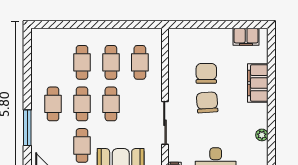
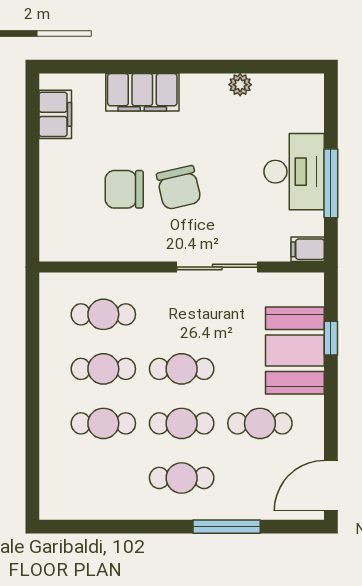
chair: (207, 102) -> (179, 188), turned -99

